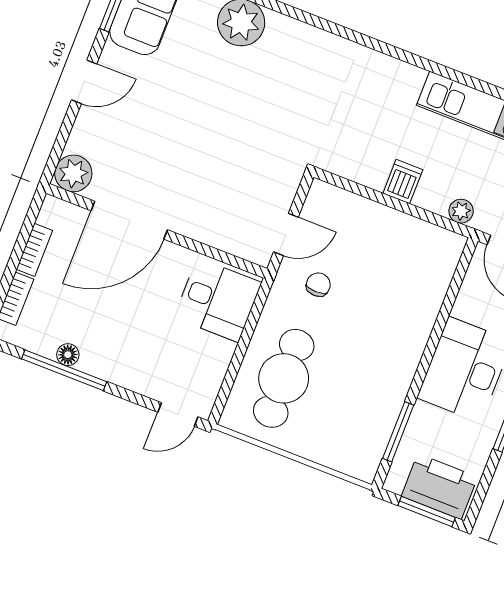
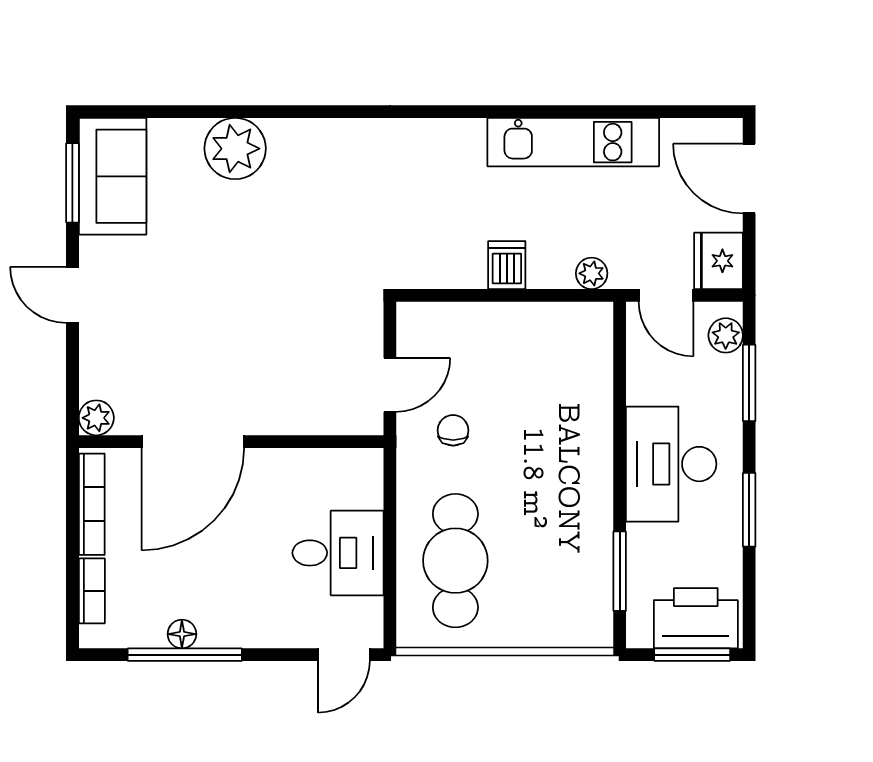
door: (84, 82) -> (72, 295), swing flipped
plant: (73, 173) -> (96, 418), width x0.73, depth x0.73
bookcase: (34, 250) -> (92, 504), width x1.56
desk: (218, 300) -> (338, 553), moved

